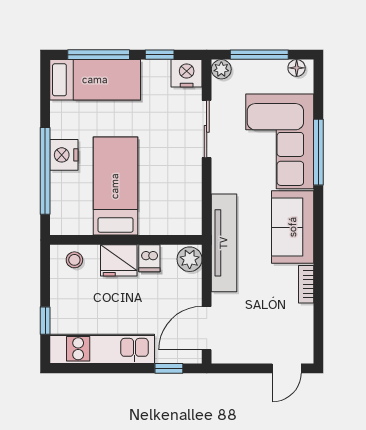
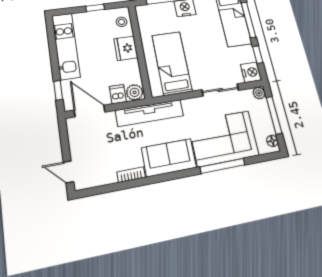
bed: (115, 186) -> (172, 63), moved, turned -90
dishwasher: (149, 258) -> (118, 94), moved, turned 90
window: (45, 321) -> (95, 8), moved

